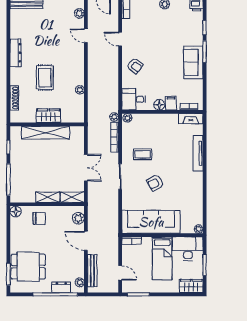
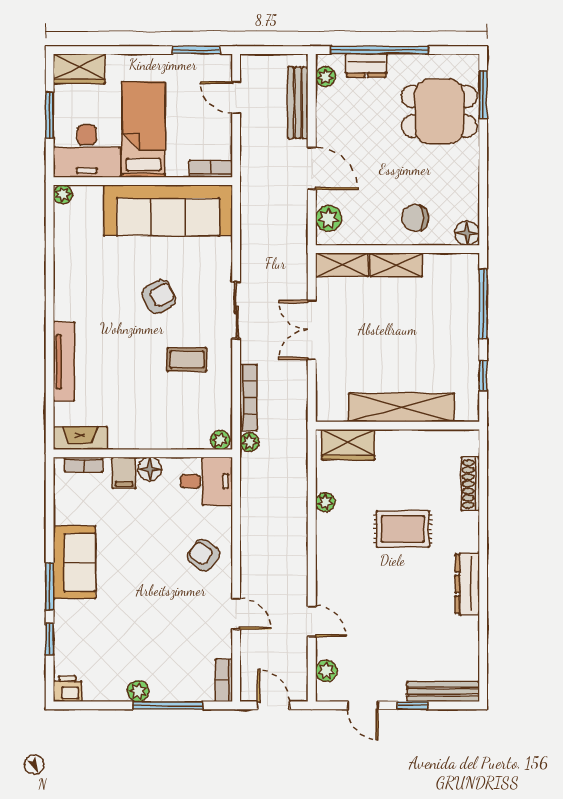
rug: (45, 78) -> (403, 529), turned 90
wardrobe: (49, 116) -> (348, 445), moved

